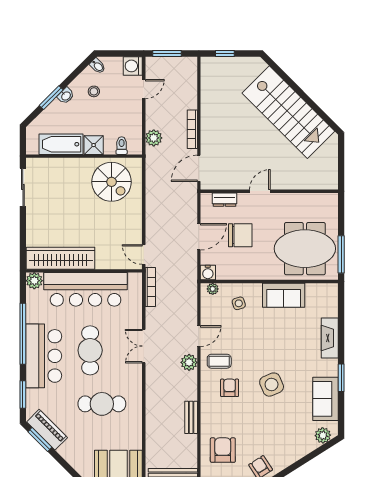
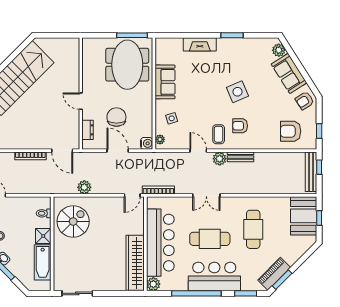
plant: (154, 138) -> (84, 187), moved
sofa: (325, 399) -> (289, 73), moved, turned 58
bench: (191, 417) -> (240, 157), moved

